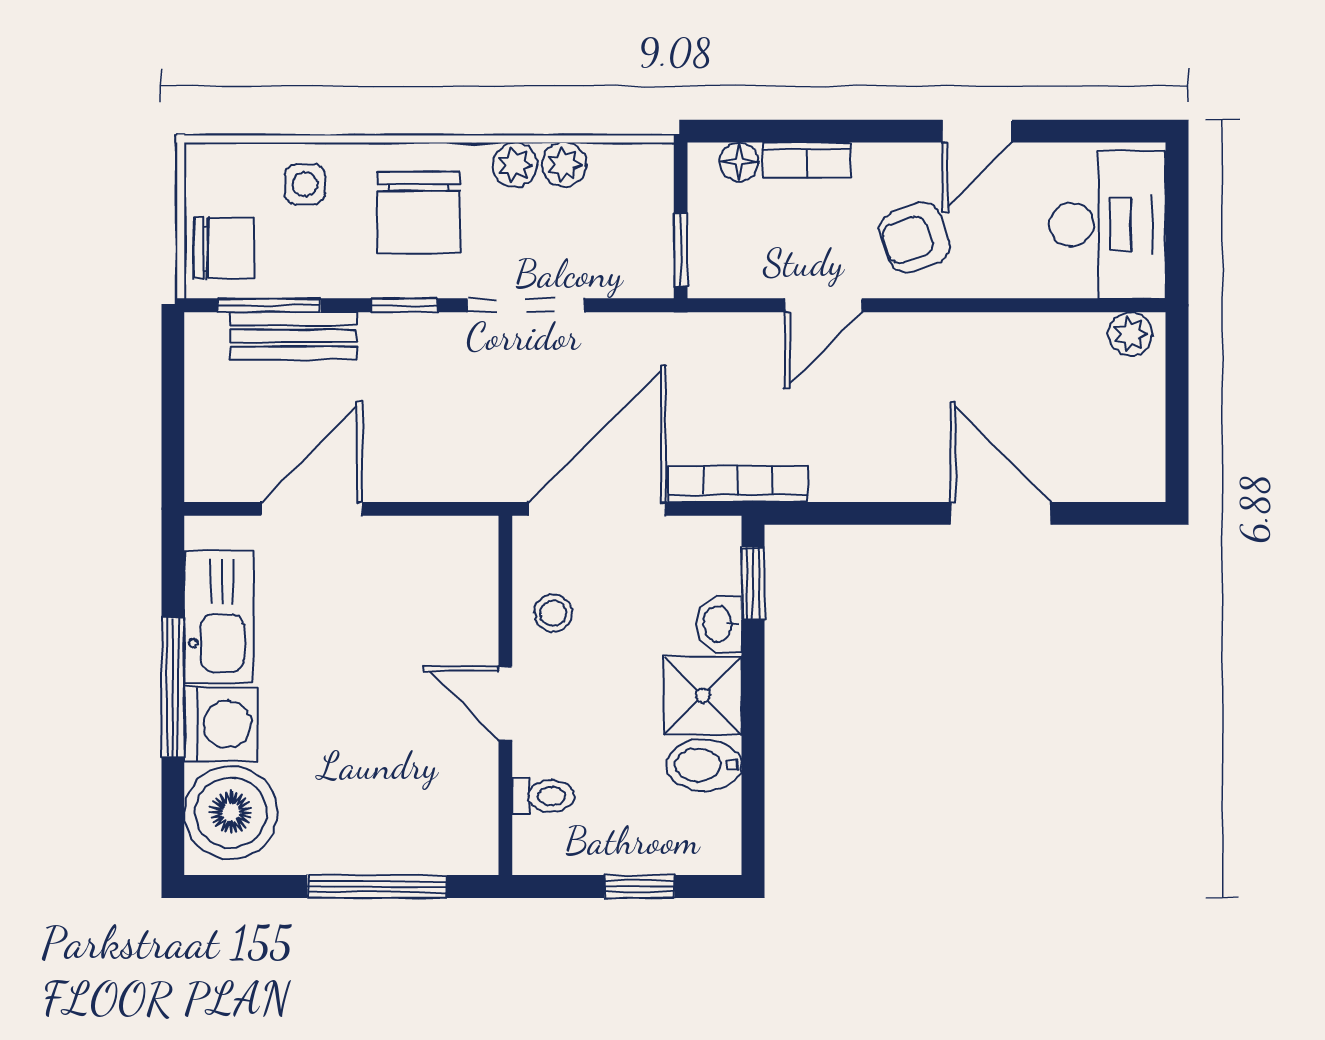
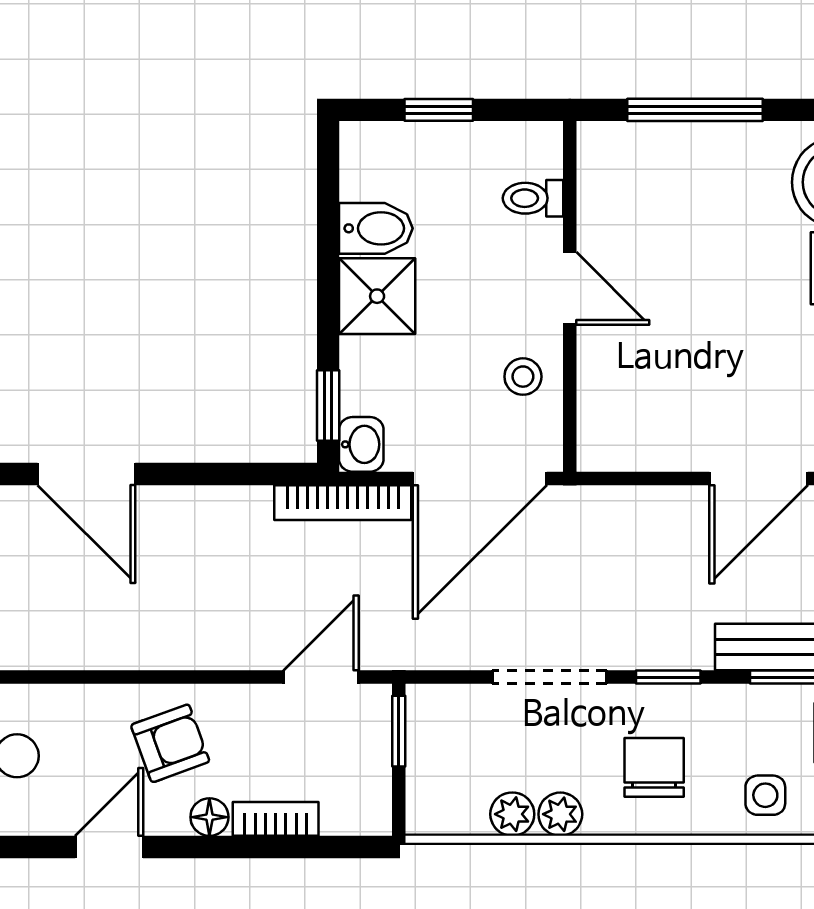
floor lamp: (739, 162) -> (209, 817), moved
chair: (419, 213) -> (654, 767), width x0.73, depth x0.73
door: (823, 305) -> (321, 677), moved
washbasin: (719, 624) -> (361, 444), moved

